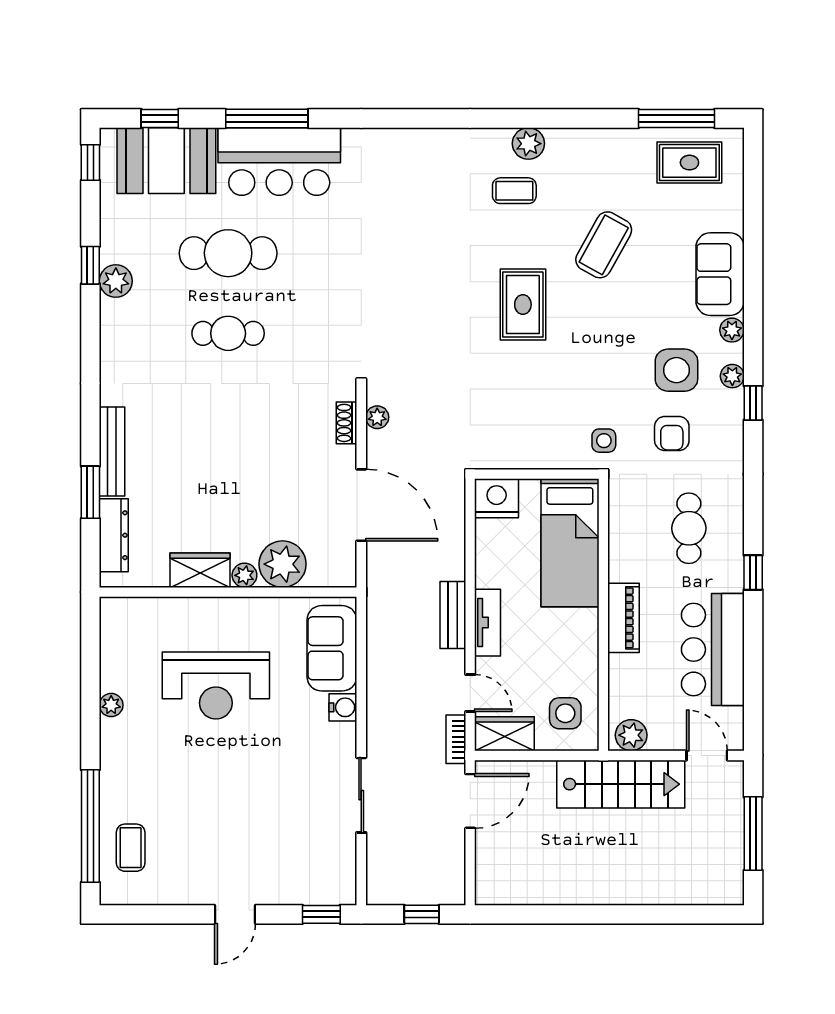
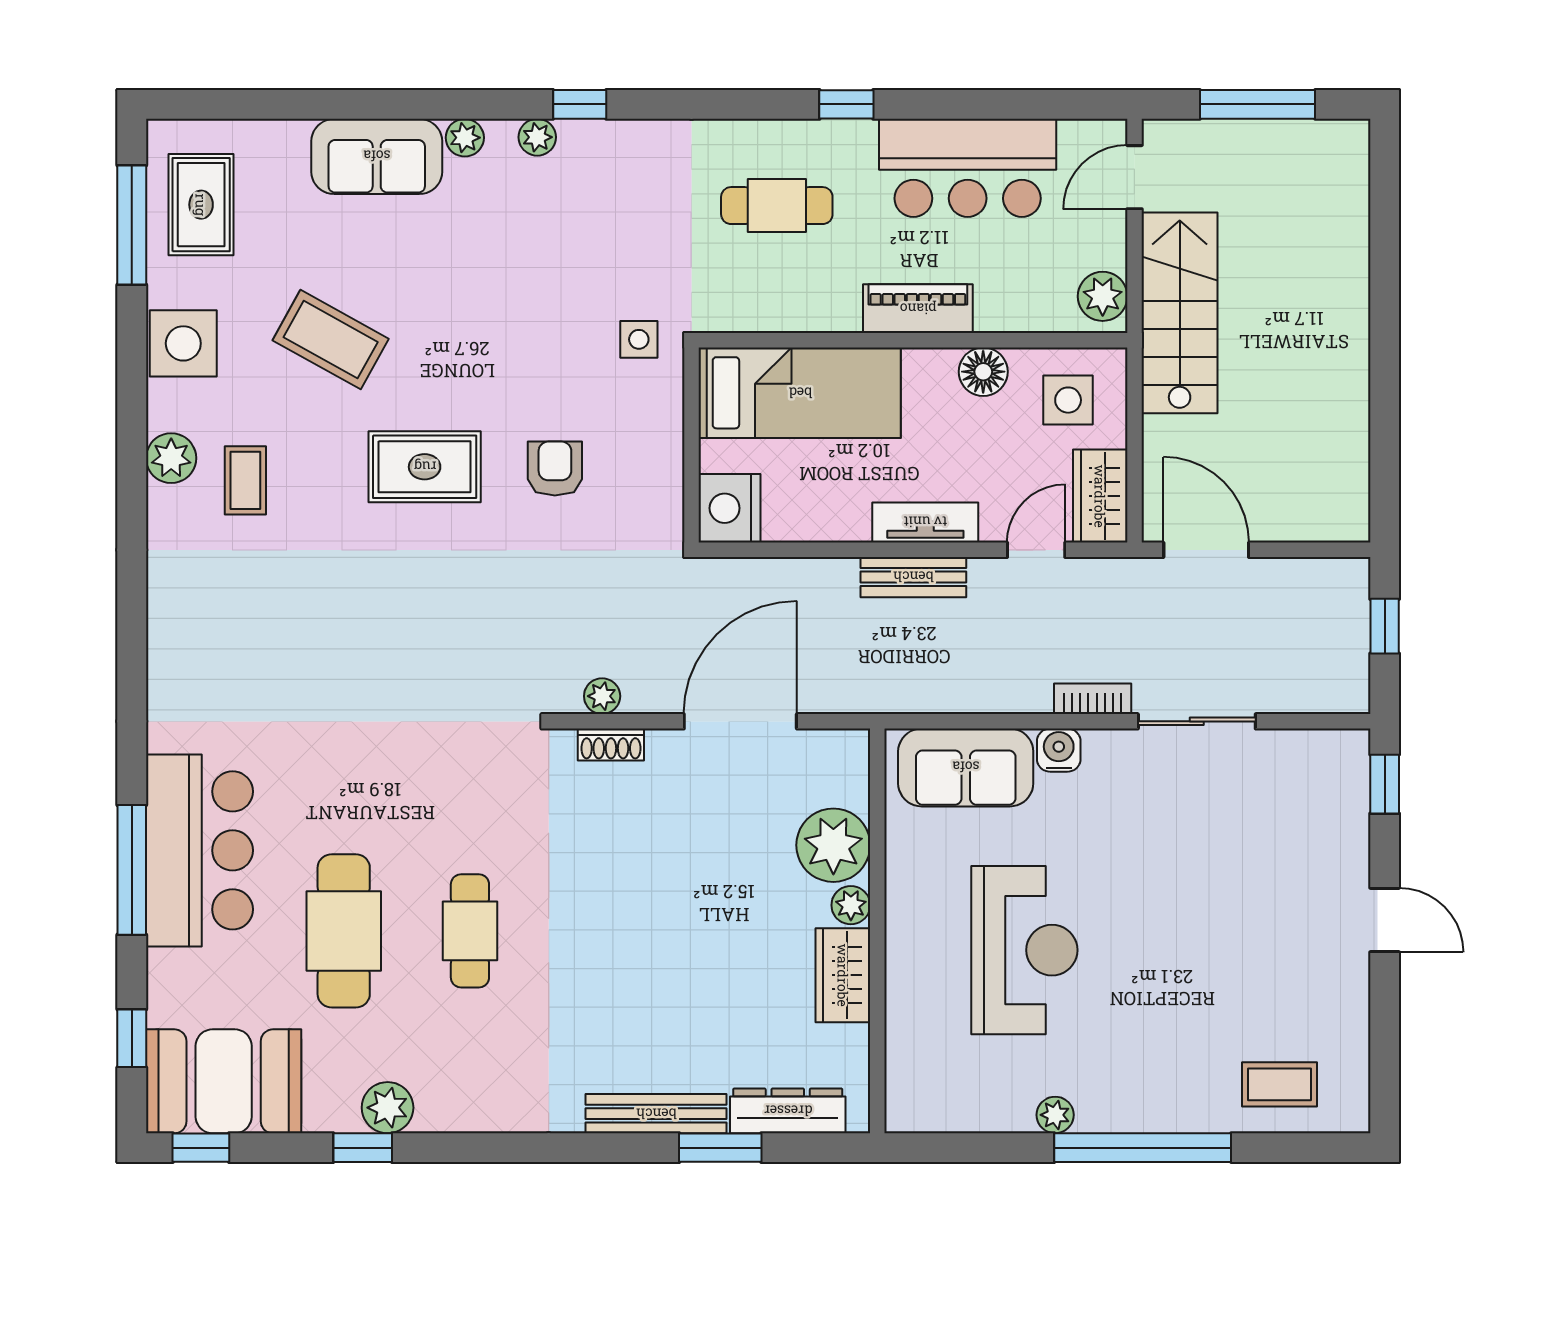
booth: (166, 161) -> (224, 1081), moved, turned 90
side table: (676, 370) -> (183, 343), moved
armchair: (672, 434) -> (555, 468), moved, turned -90
floor lamp: (583, 659) -> (983, 372), added
bookcase: (456, 739) -> (1093, 699), moved, turned 180
window: (90, 826) -> (1143, 1148), moved

